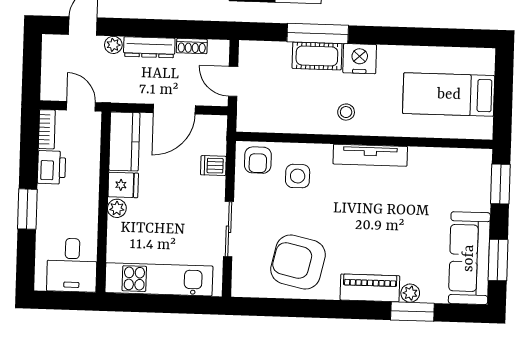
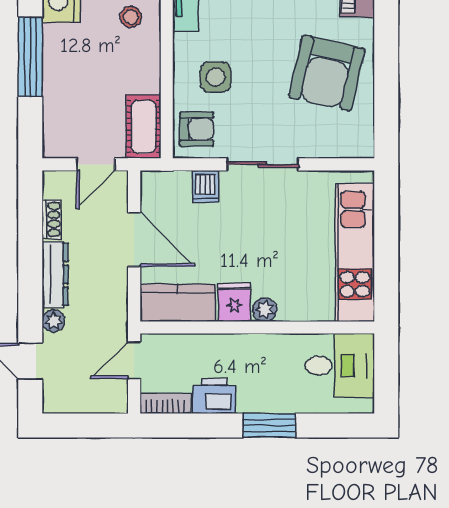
cot: (317, 56) -> (144, 127), moved
sliding door: (228, 229) -> (262, 164), moved

